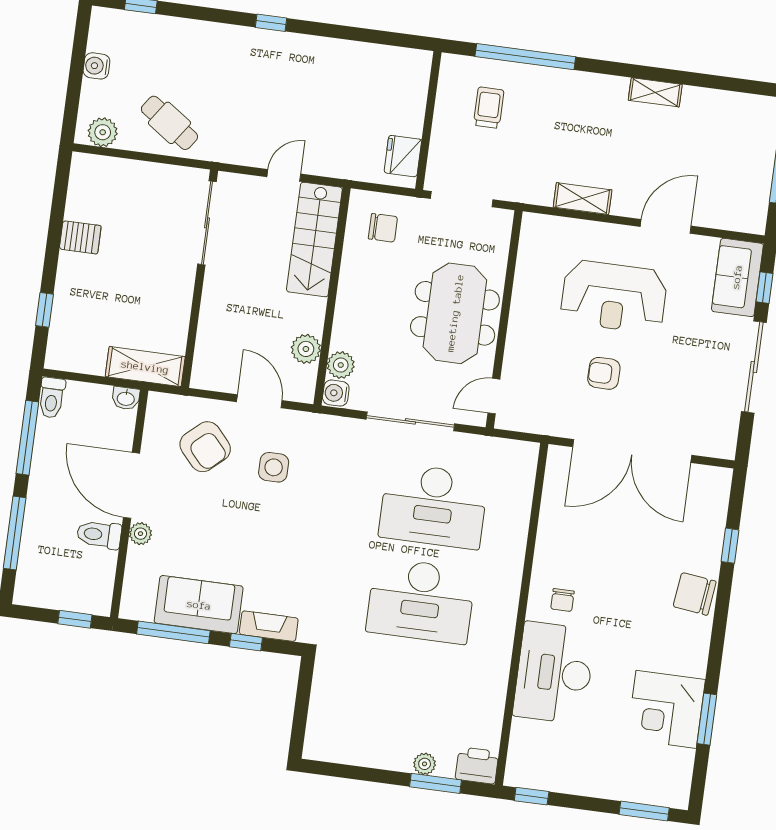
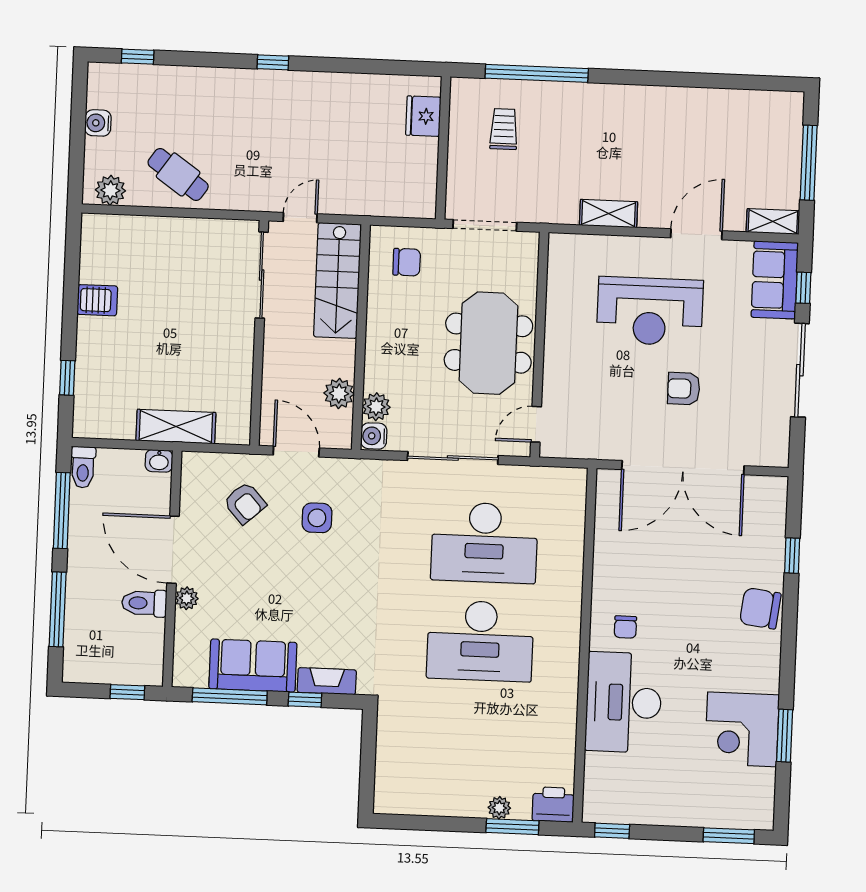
shelving: (655, 92) -> (773, 221), moved
fridge: (403, 156) -> (423, 116), moved
sliding door: (207, 223) -> (262, 275), moved
wall: (200, 279) -> (259, 333), moved
armchair: (604, 373) -> (684, 389), moved
armchair: (205, 447) -> (245, 503), width x0.72, depth x0.72

